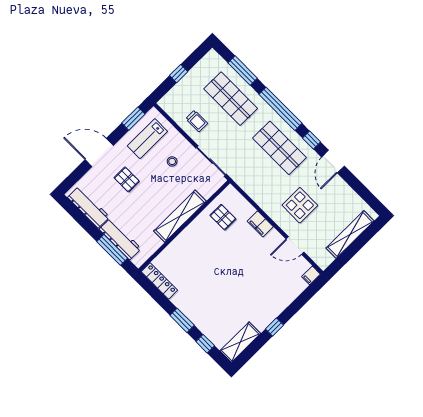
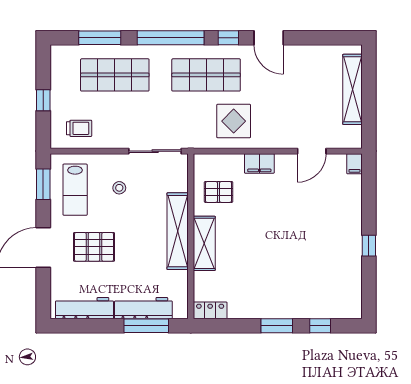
trolley: (197, 121) -> (79, 128), moved
pallet: (127, 179) -> (94, 247), width x1.50, depth x1.42
display table: (300, 205) -> (234, 121), moved
locker: (159, 281) -> (210, 310), width x0.66
shelving: (240, 342) -> (204, 243), moved

